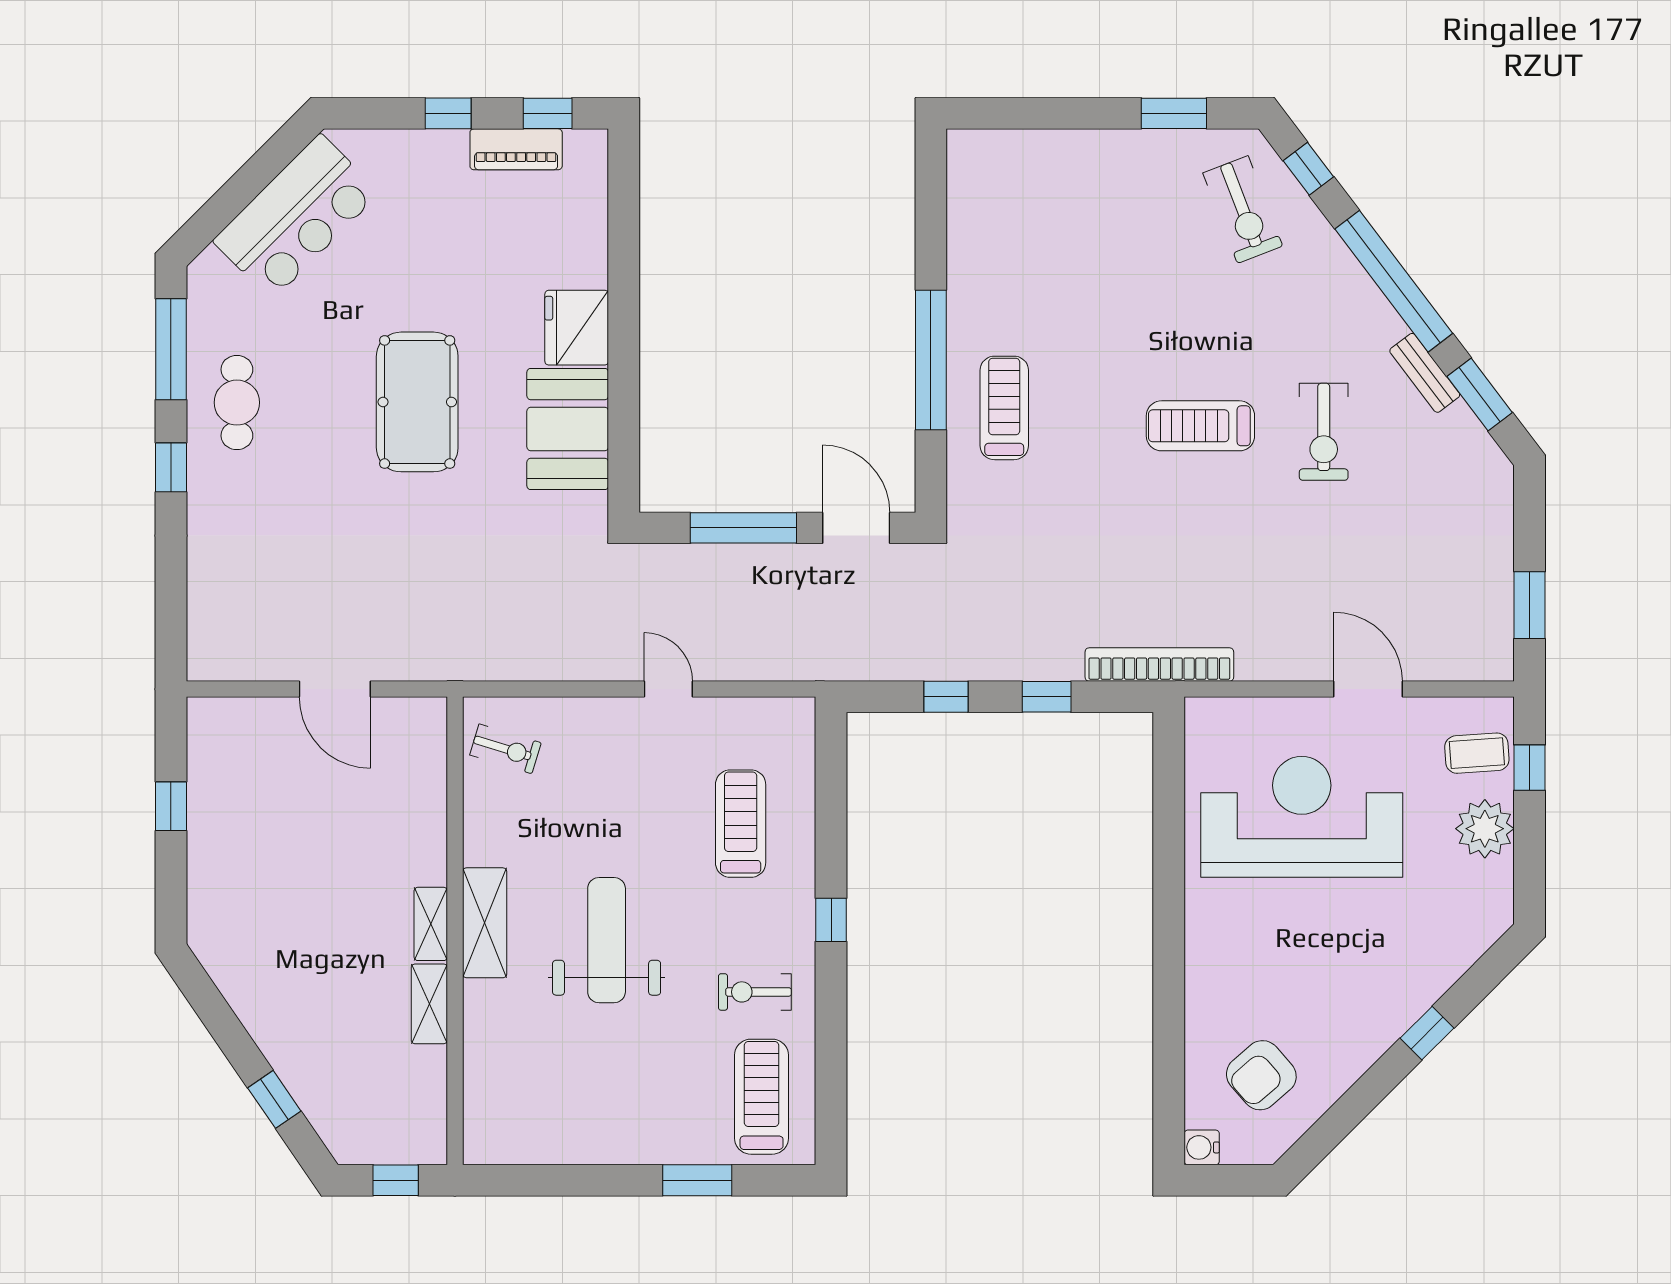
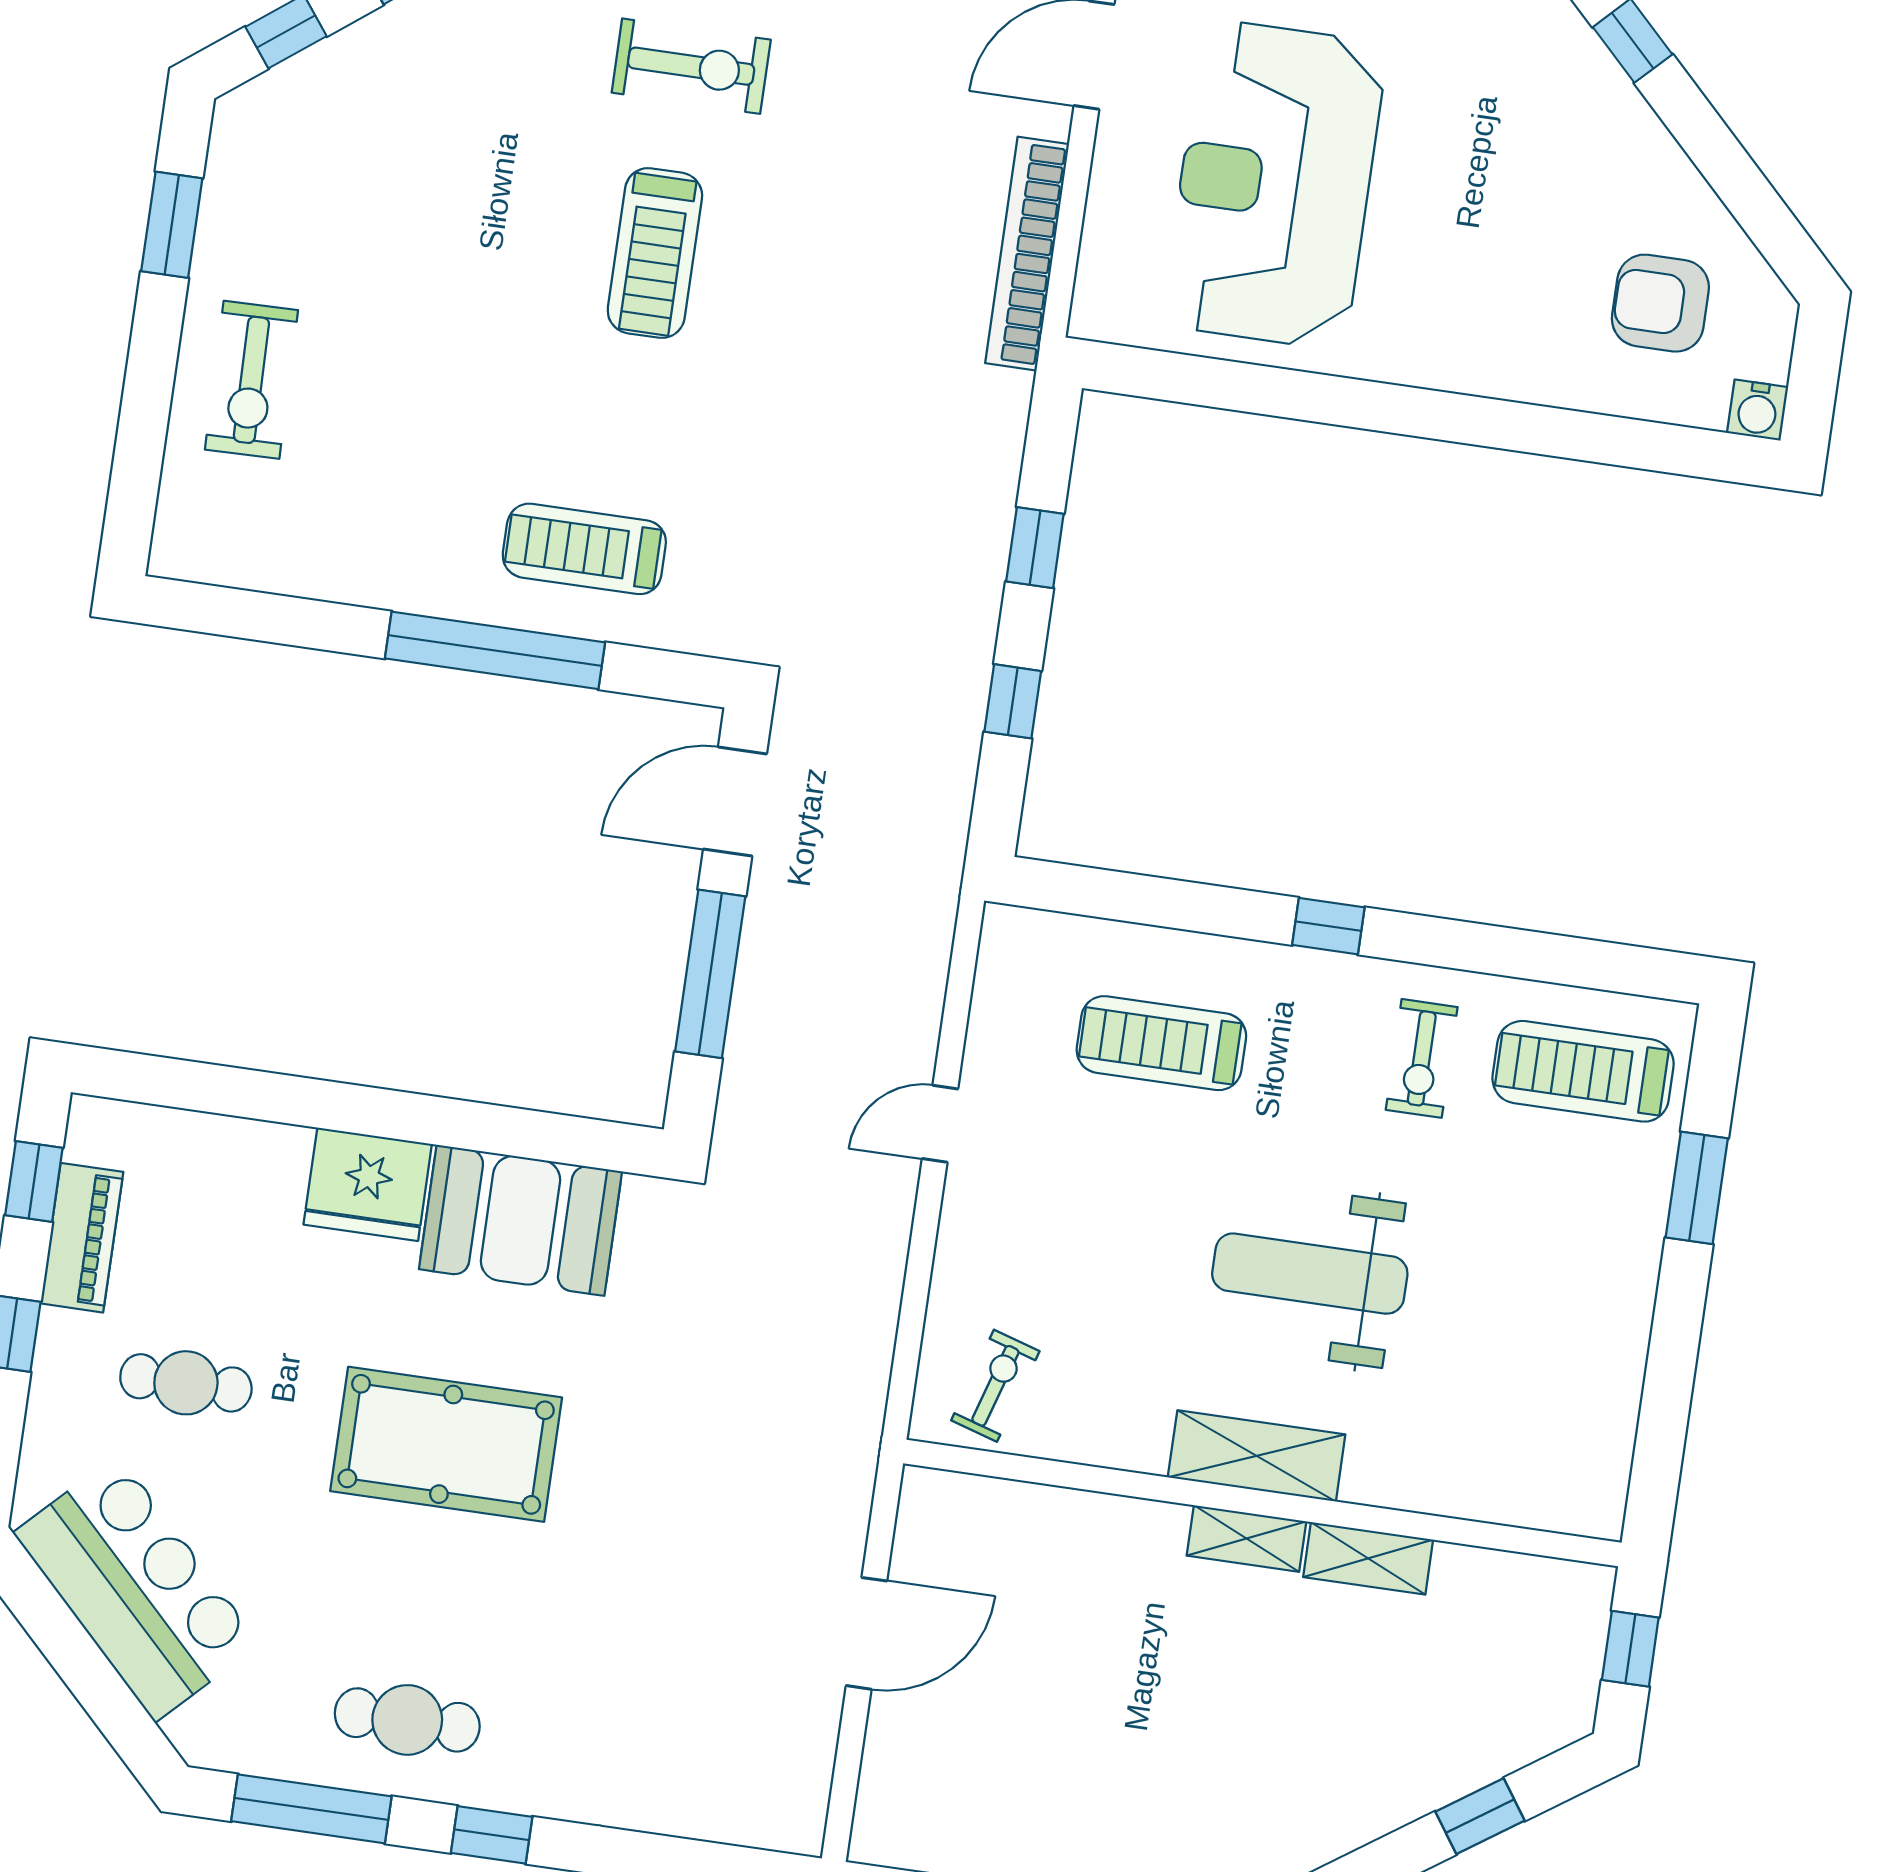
exercise bike: (1243, 210) -> (251, 380), moved, turned 110
cafe table: (433, 229) -> (186, 1383), added
bookcase: (1159, 665) -> (1027, 254), moved
armchair: (1261, 1075) -> (1660, 303), turned 131

